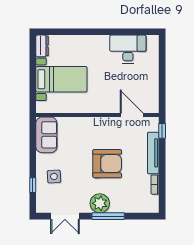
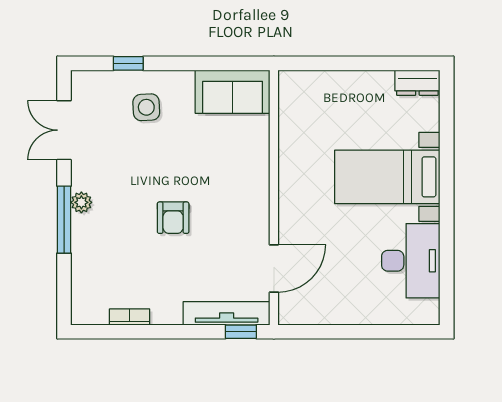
bed with nightstands: (61, 79) -> (387, 177), moved, turned 90
tv unit: (153, 153) -> (227, 313), moved
armchair: (107, 164) -> (173, 218), width x0.53, depth x0.53
plant: (100, 203) -> (81, 202), width x0.53, depth x0.53

